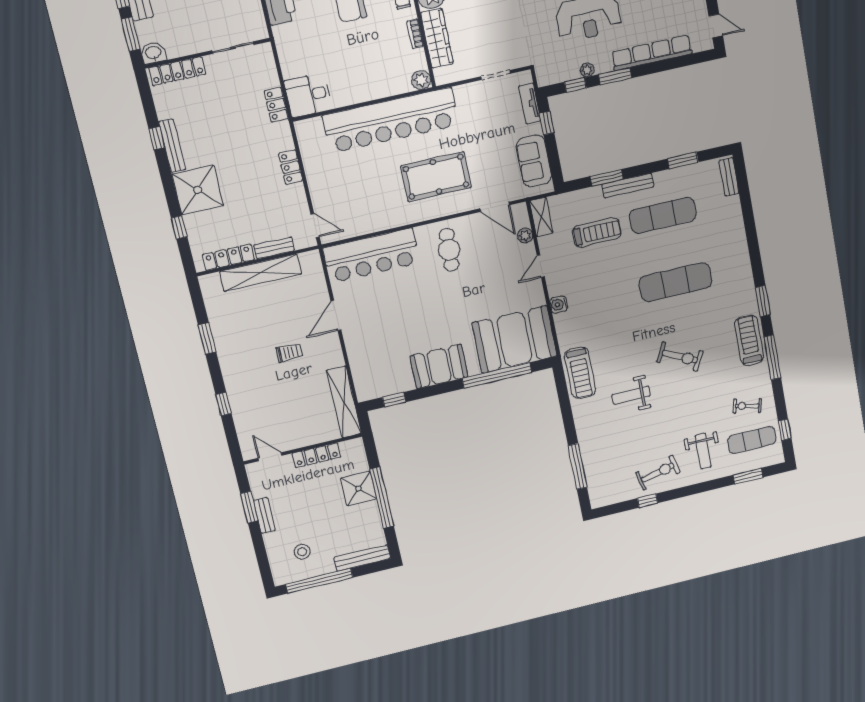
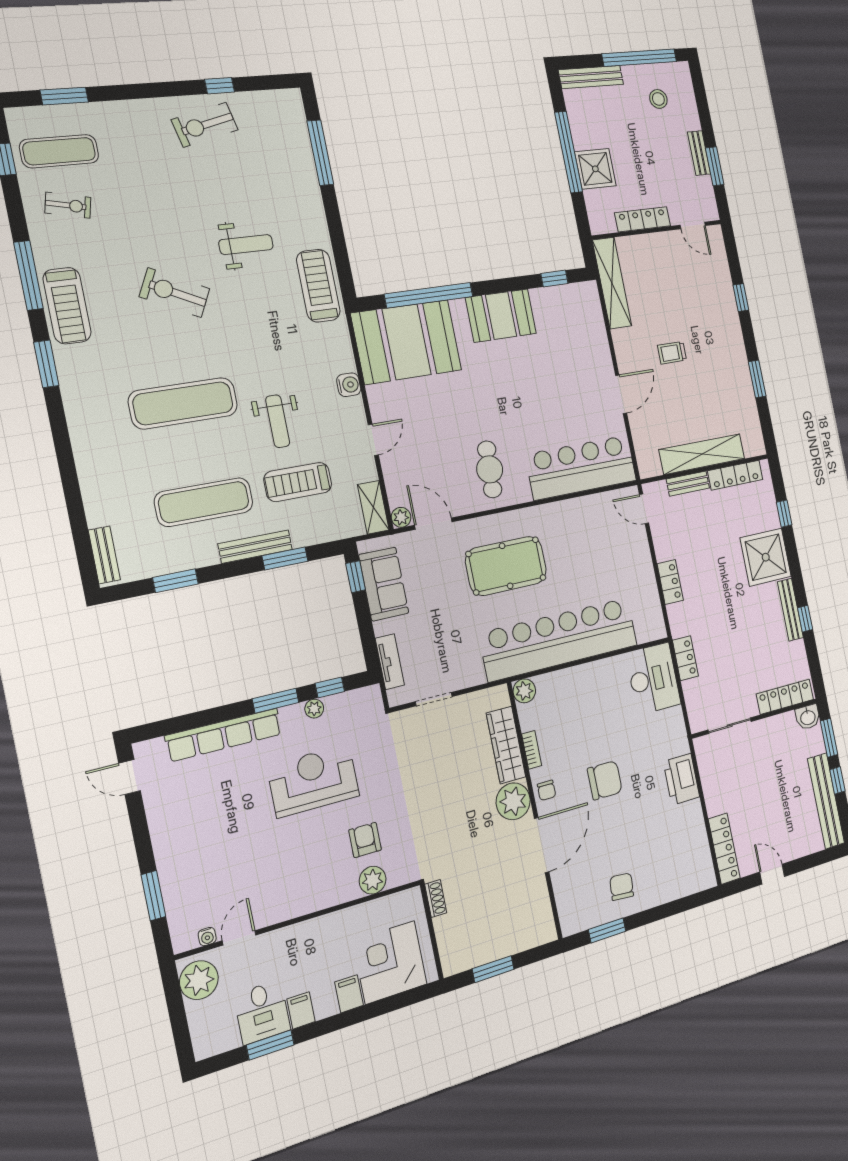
desk: (308, 95) -> (653, 679), width x1.37
window: (547, 123) -> (356, 577), moved
plant: (525, 236) -> (401, 517), moved
weight bench: (703, 451) -> (278, 421), moved, turned 180

